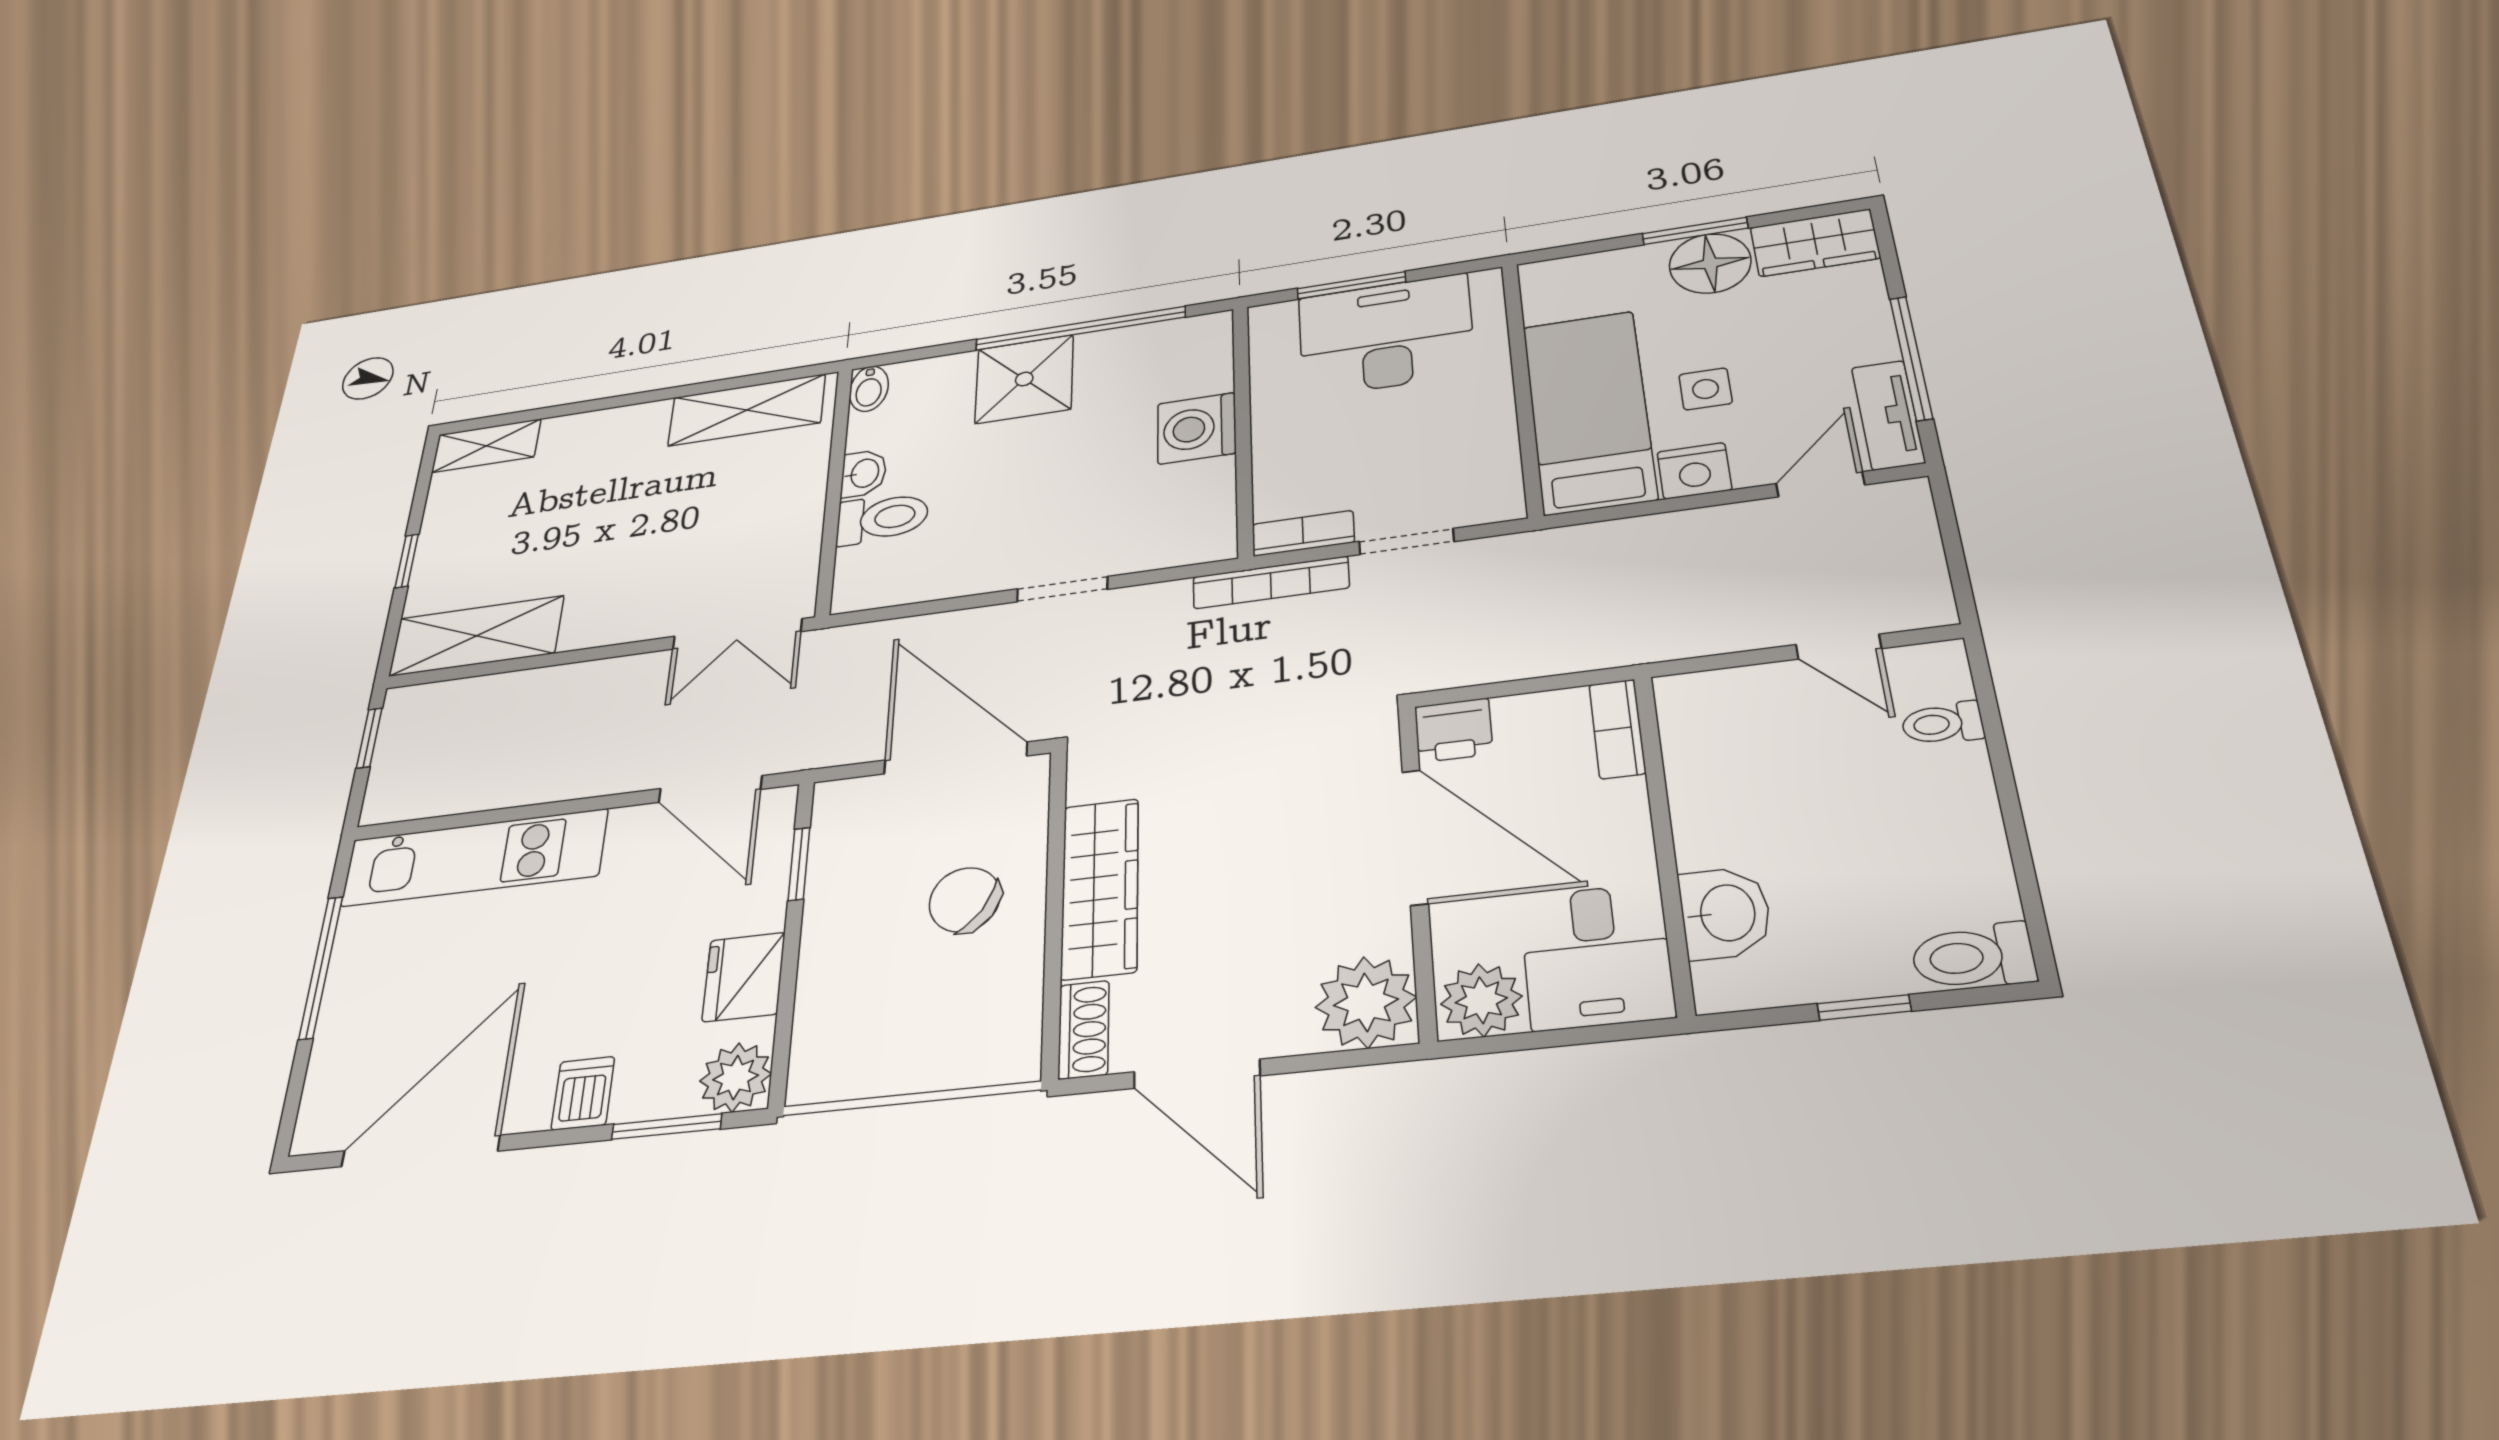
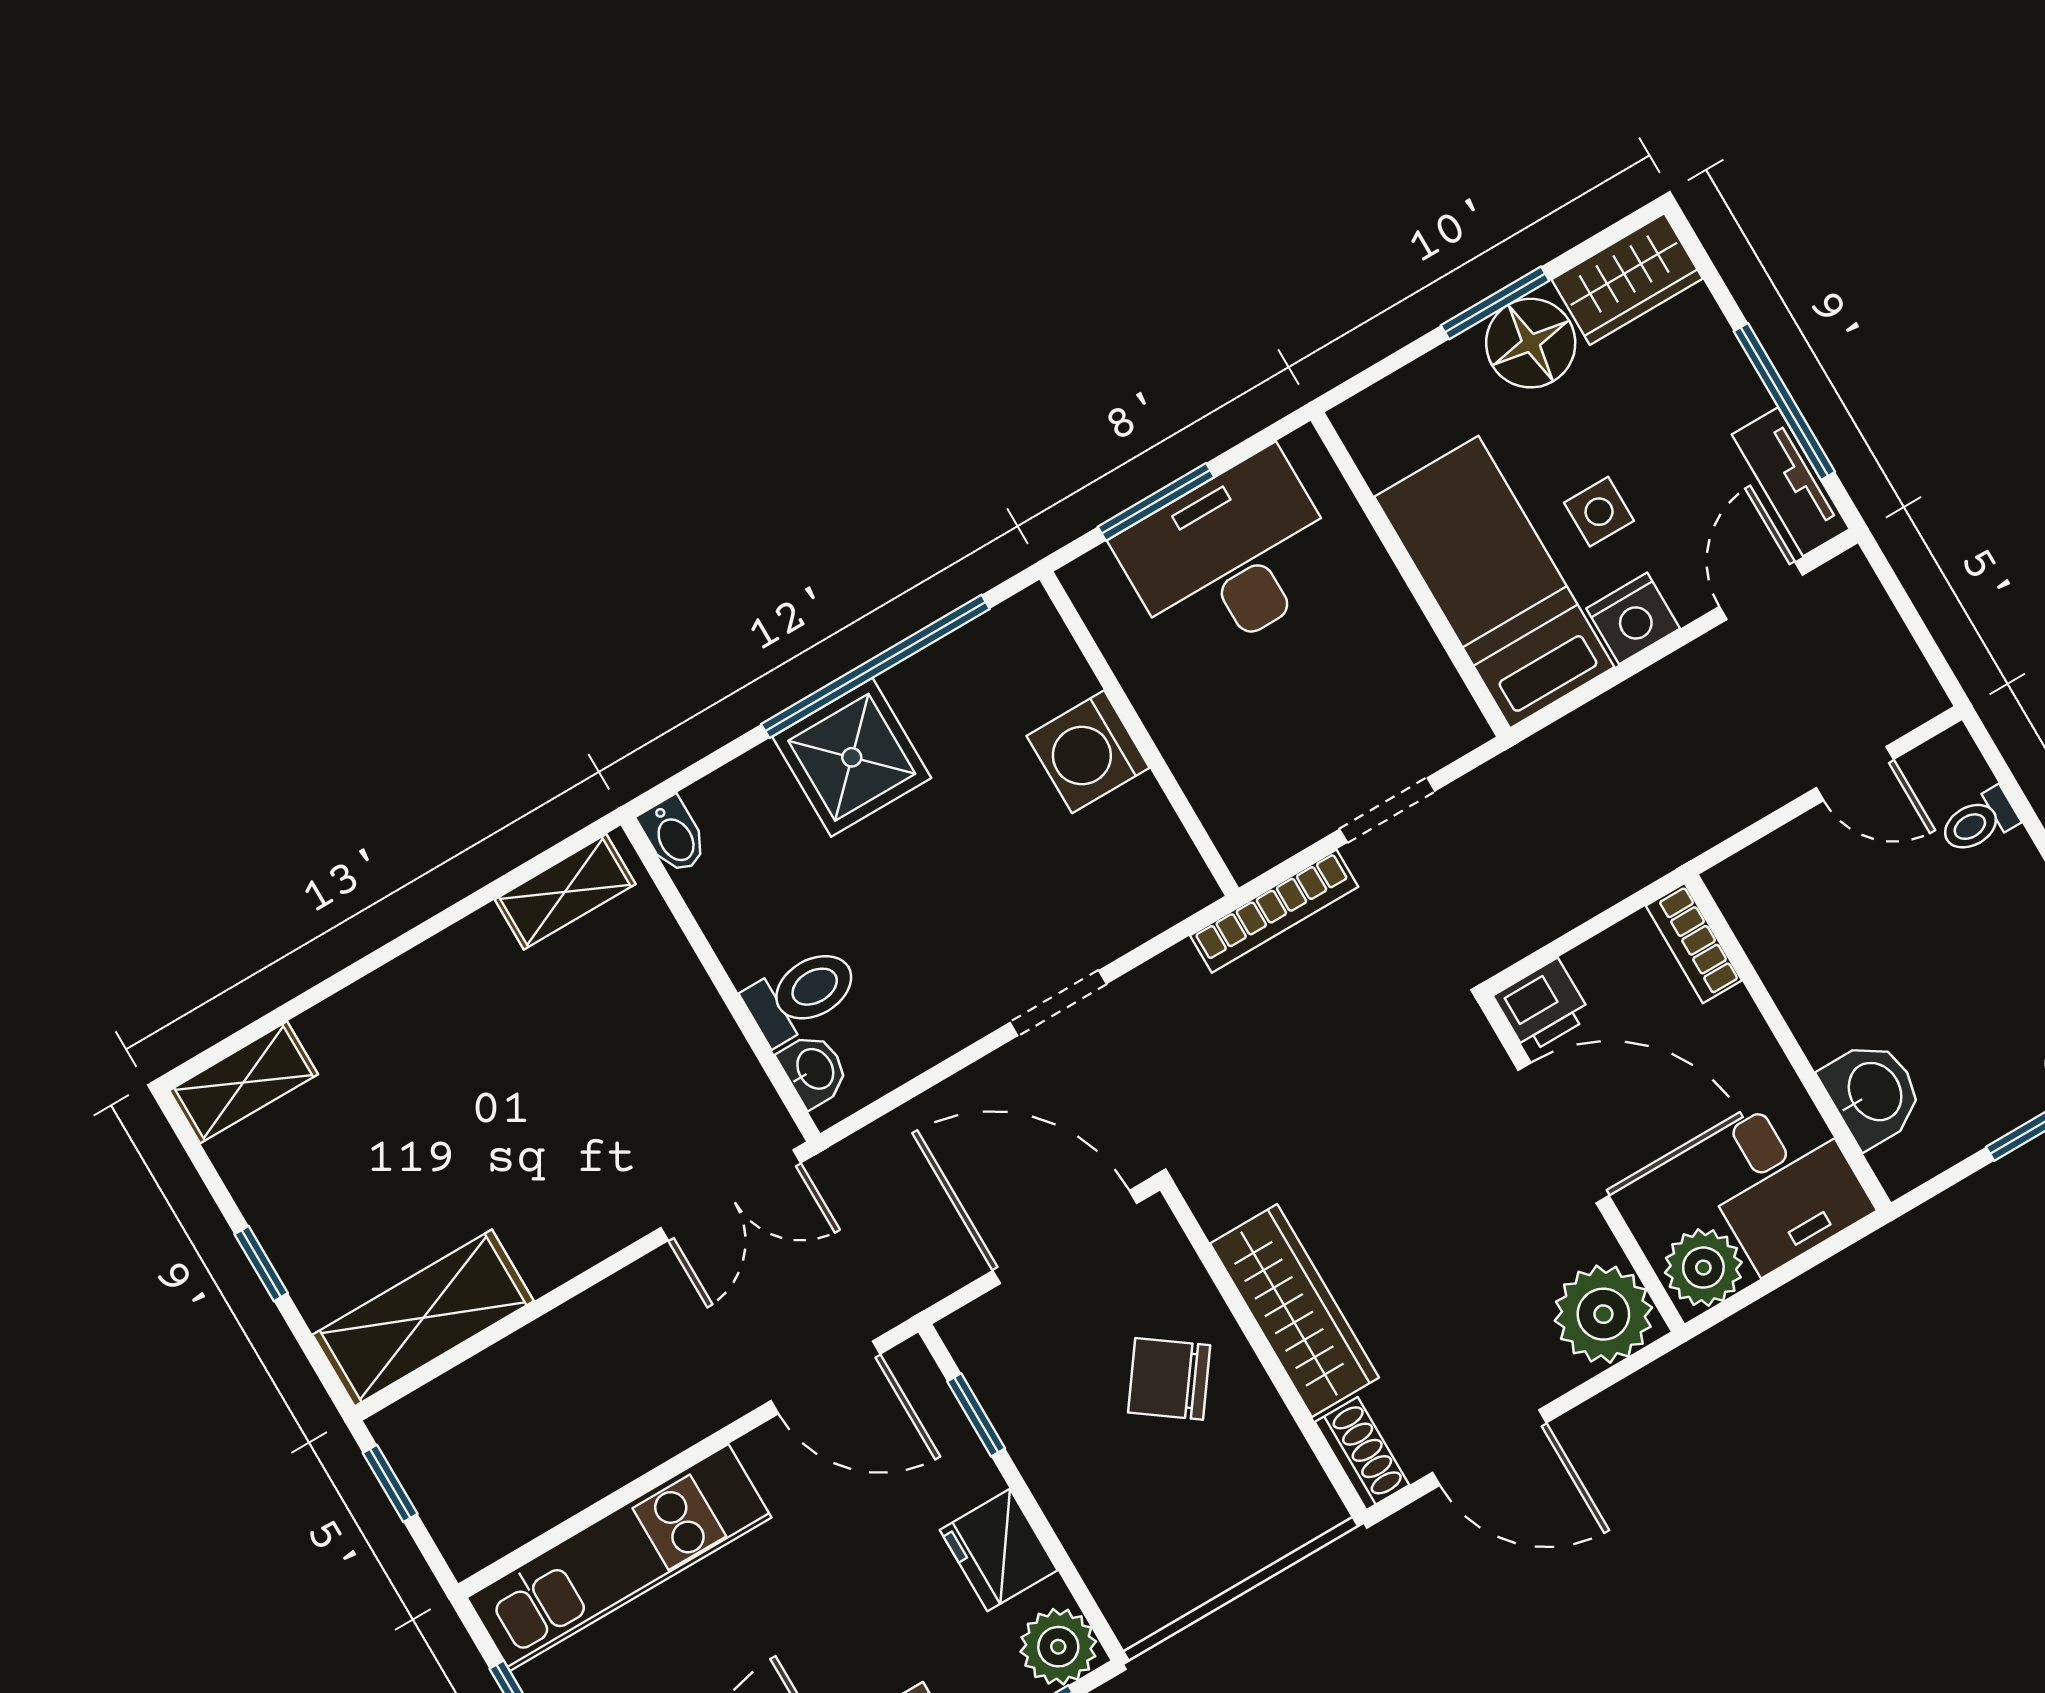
shelving: (747, 410) -> (565, 892), width x0.67, depth x0.75
washbasin: (864, 473) -> (814, 1070), moved
bookcase: (1303, 533) -> (1276, 840), removed

